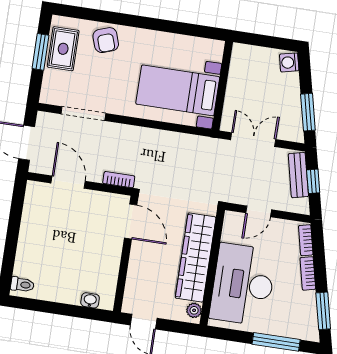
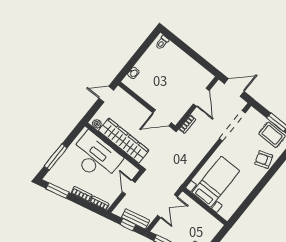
doorway: (83, 114) -> (232, 126), width x1.36
door: (68, 182) -> (201, 97), hinge flipped

